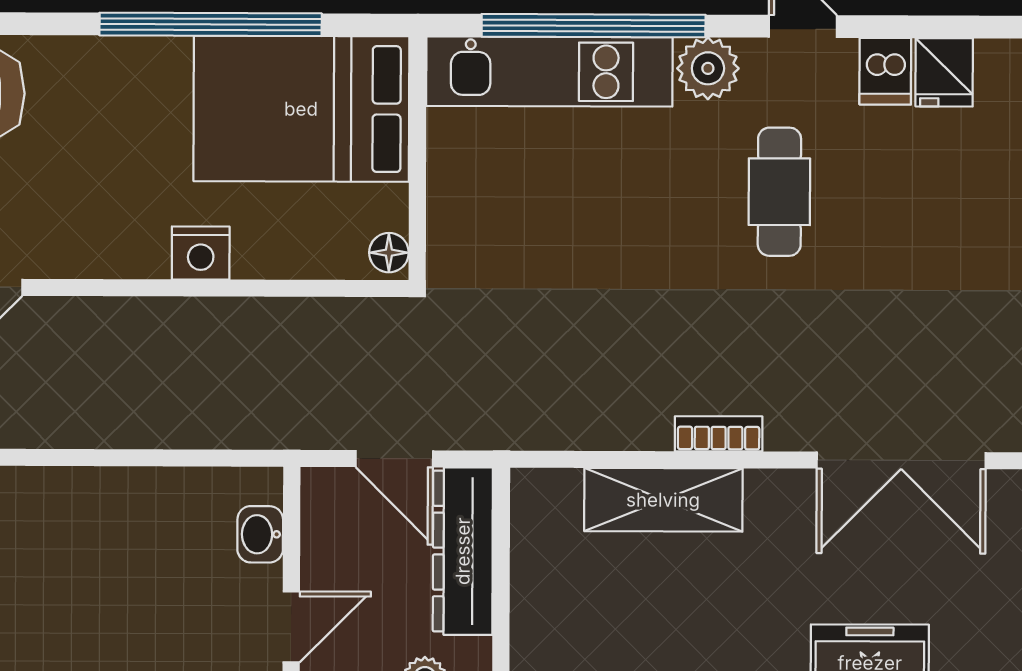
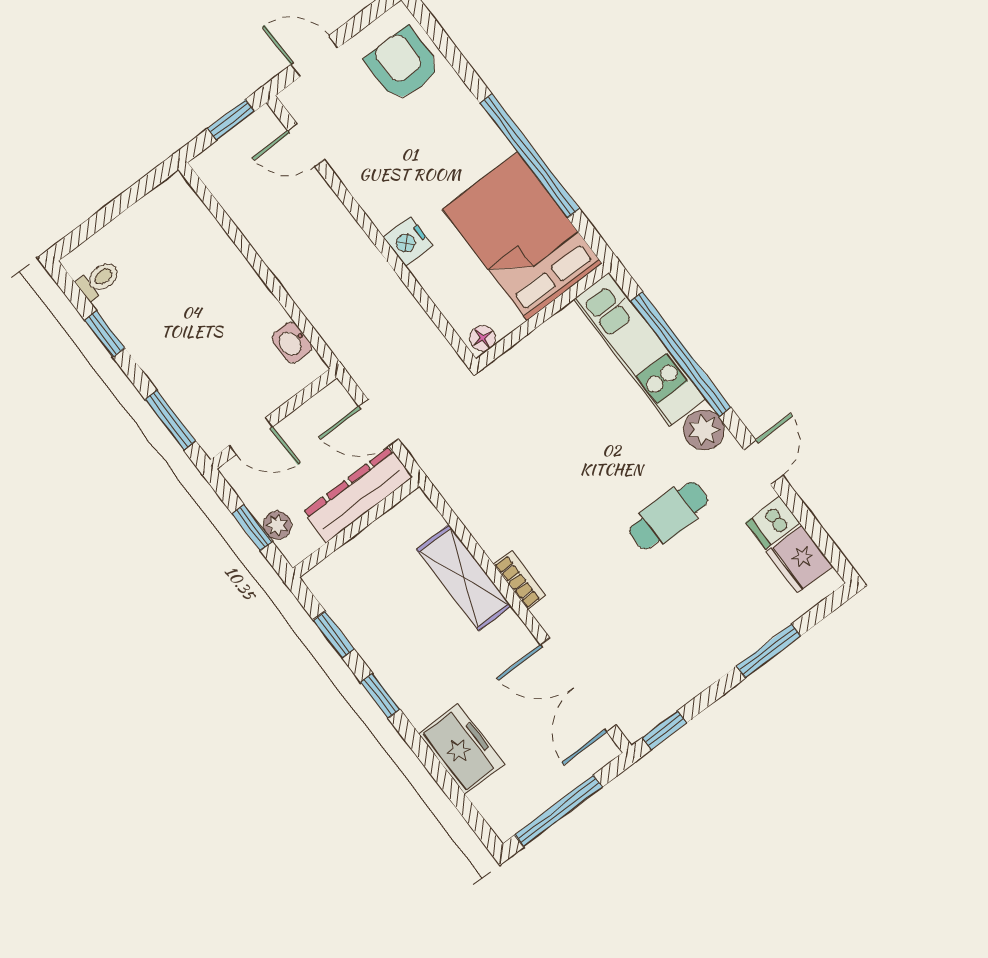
fridge: (944, 72) -> (800, 559), width x1.38
door: (394, 459) -> (378, 423), hinge flipped
washbasin: (260, 534) -> (292, 342), moved, turned -90

